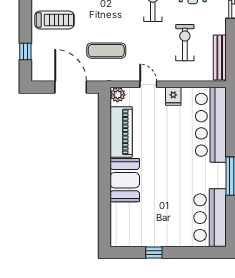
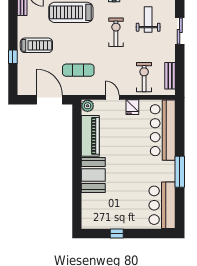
exercise bike: (185, 43) -> (144, 77), moved
window: (25, 52) -> (13, 57), moved
bench: (220, 57) -> (170, 76), width x0.73

